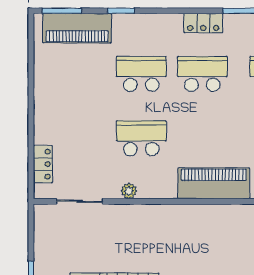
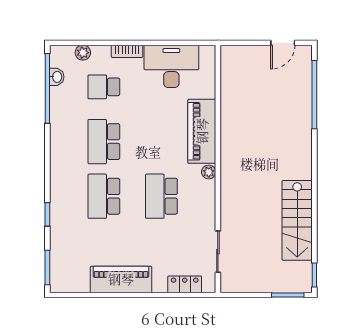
locker: (203, 23) -> (58, 141), removed
piano: (77, 28) -> (121, 279), moved, turned -90
plant: (129, 191) -> (209, 172), moved

